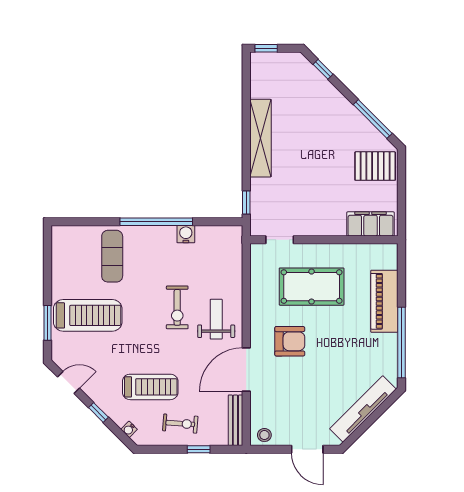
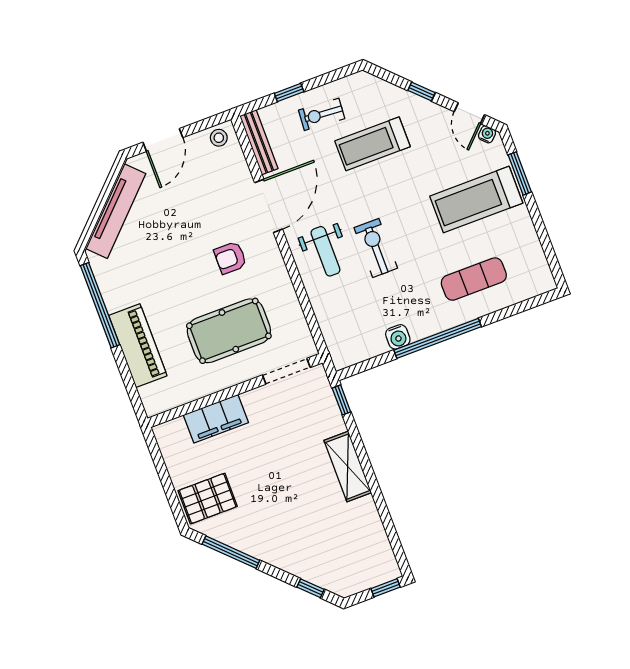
shelving: (260, 138) -> (348, 467), width x0.68
filing cabinet: (371, 224) -> (216, 419), moved
doorway: (280, 240) -> (286, 371), width x1.38
exercise mat: (112, 256) -> (474, 279), turned 90
armchair: (290, 341) -> (230, 258), width x0.72, depth x0.72
door: (68, 383) -> (469, 113), hinge flipped
water cooler: (129, 429) -> (487, 134), moved
door: (307, 449) -> (163, 140), swing flipped

